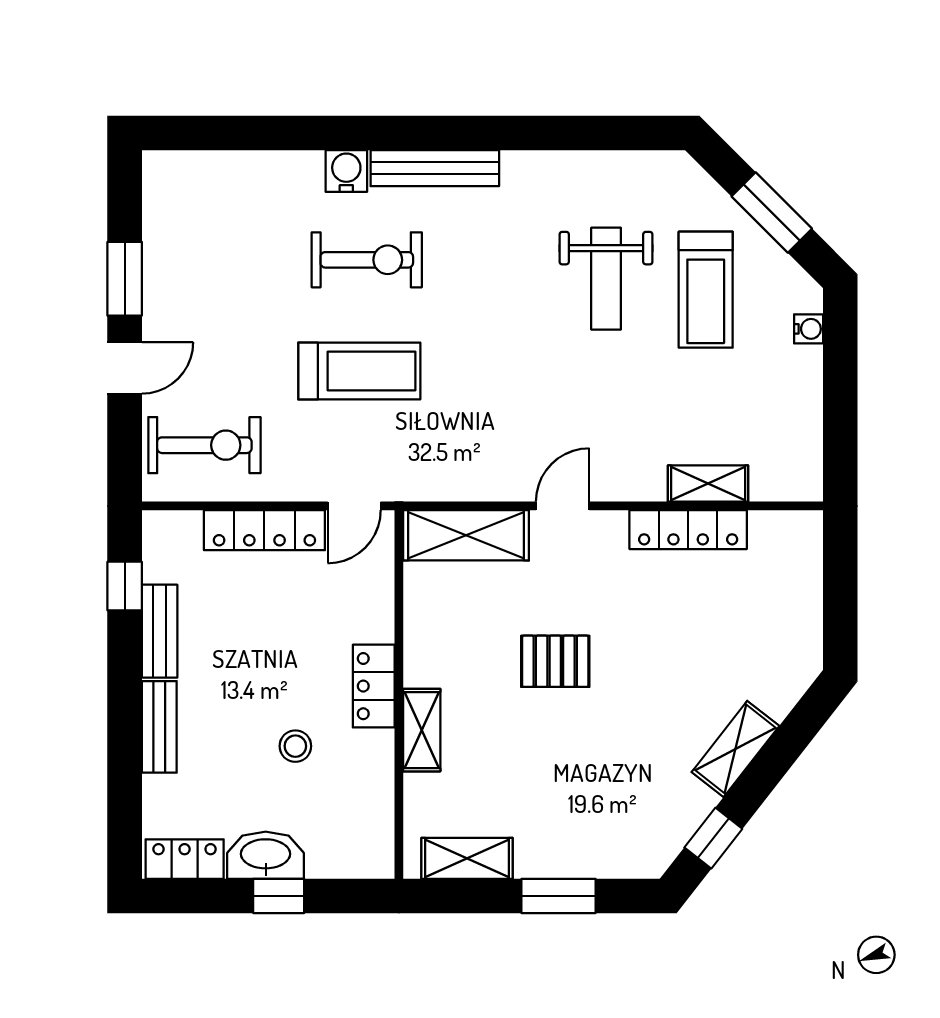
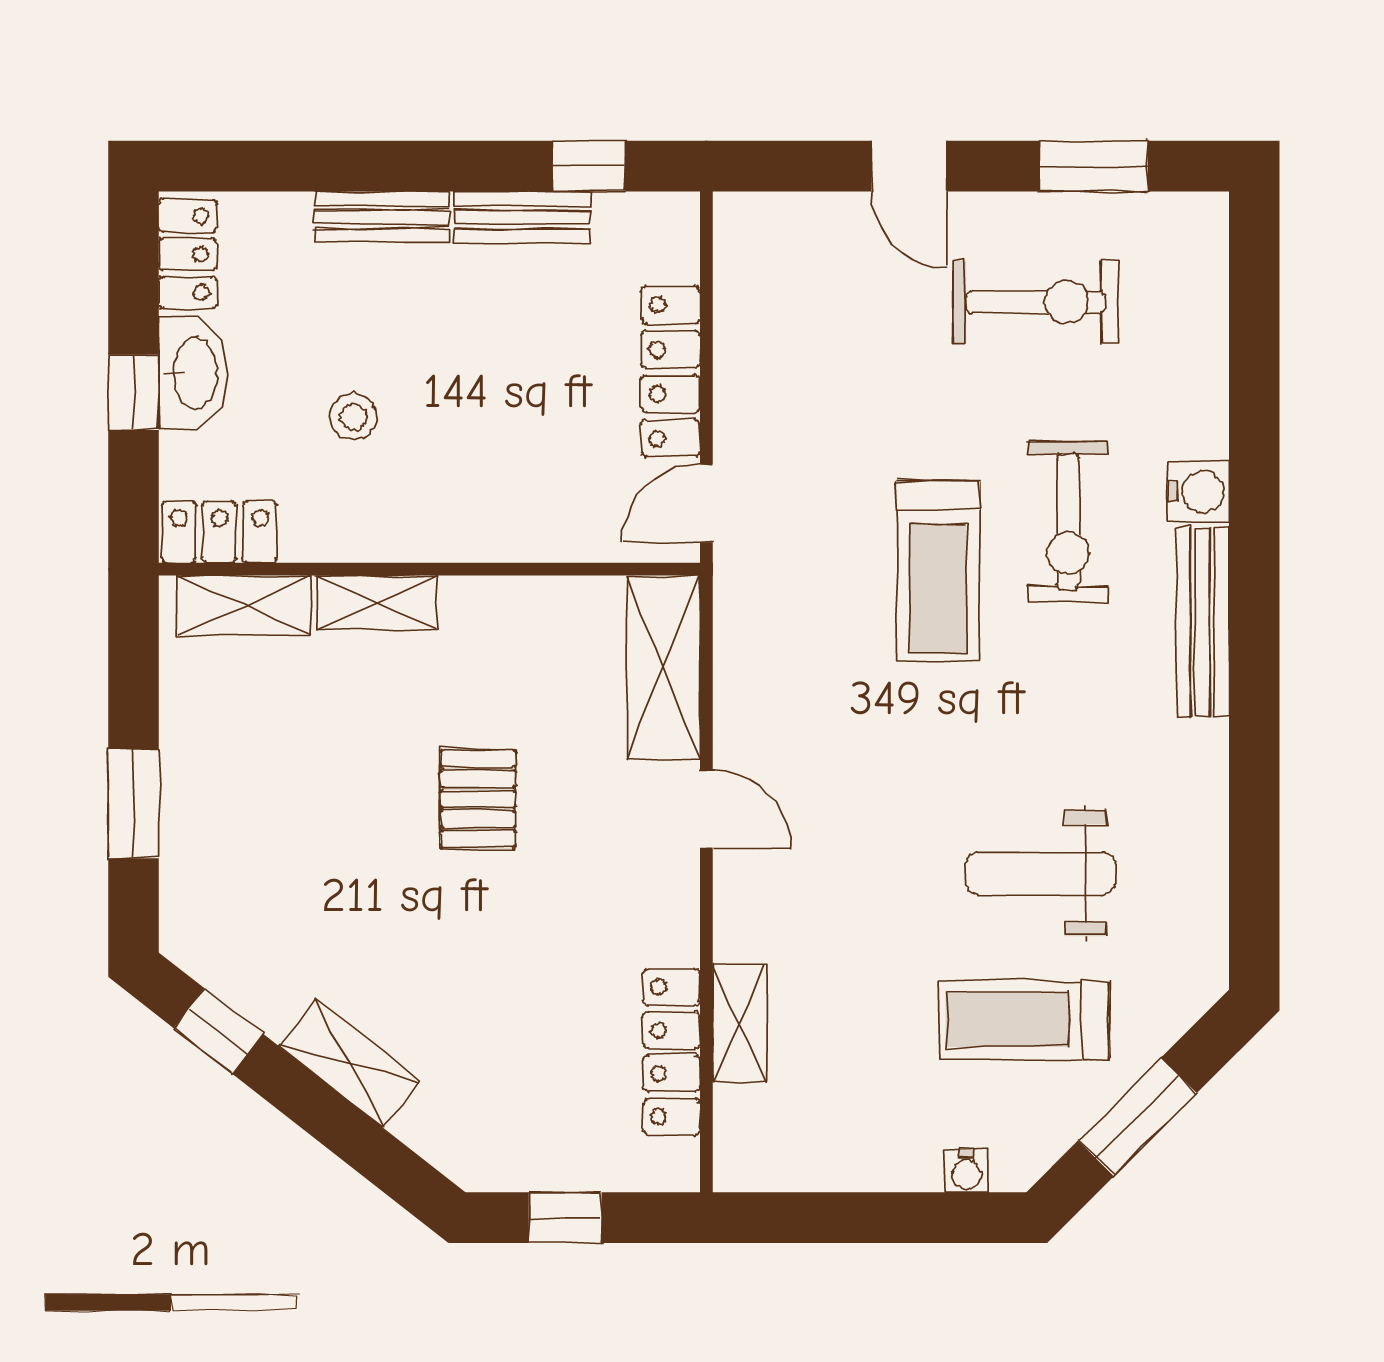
window: (125, 279) -> (1093, 166), moved
treadmill: (359, 371) -> (938, 571), moved
exercise bike: (204, 445) -> (1035, 302), moved, turned -90
door: (354, 506) -> (706, 503), hinge flipped
locker: (688, 530) -> (672, 1052), moved
window: (840, 602) -> (565, 1218), added
locker: (374, 686) -> (219, 532), moved
shelving: (467, 858) -> (245, 605), moved, turned 90

